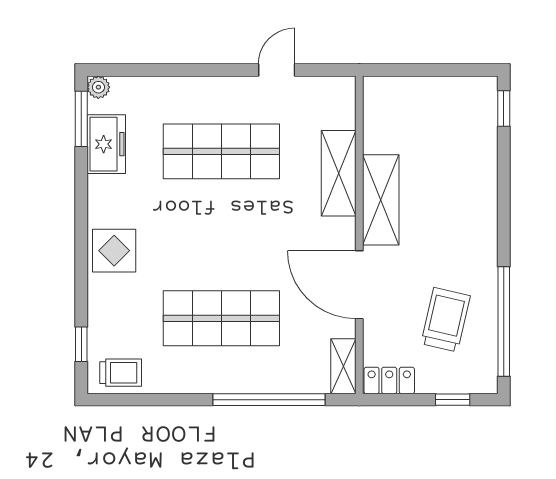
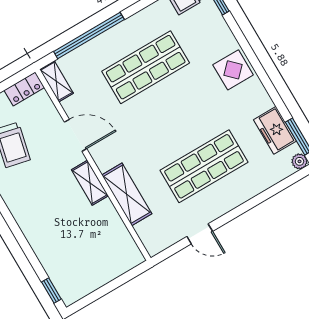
door: (277, 70) -> (200, 234), hinge flipped
shelving: (381, 200) -> (90, 183), width x0.67, depth x0.75
door: (359, 285) -> (76, 135), width x0.73

